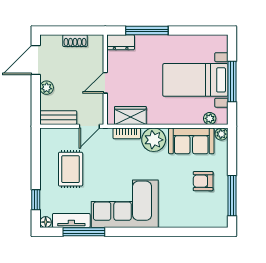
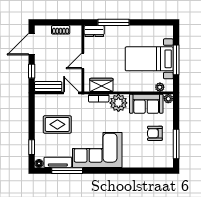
plant: (47, 88) -> (40, 65), removed
window: (36, 97) -> (32, 71), added
door: (89, 126) -> (71, 93), swing flipped
rug: (71, 169) -> (57, 124), turned 90

